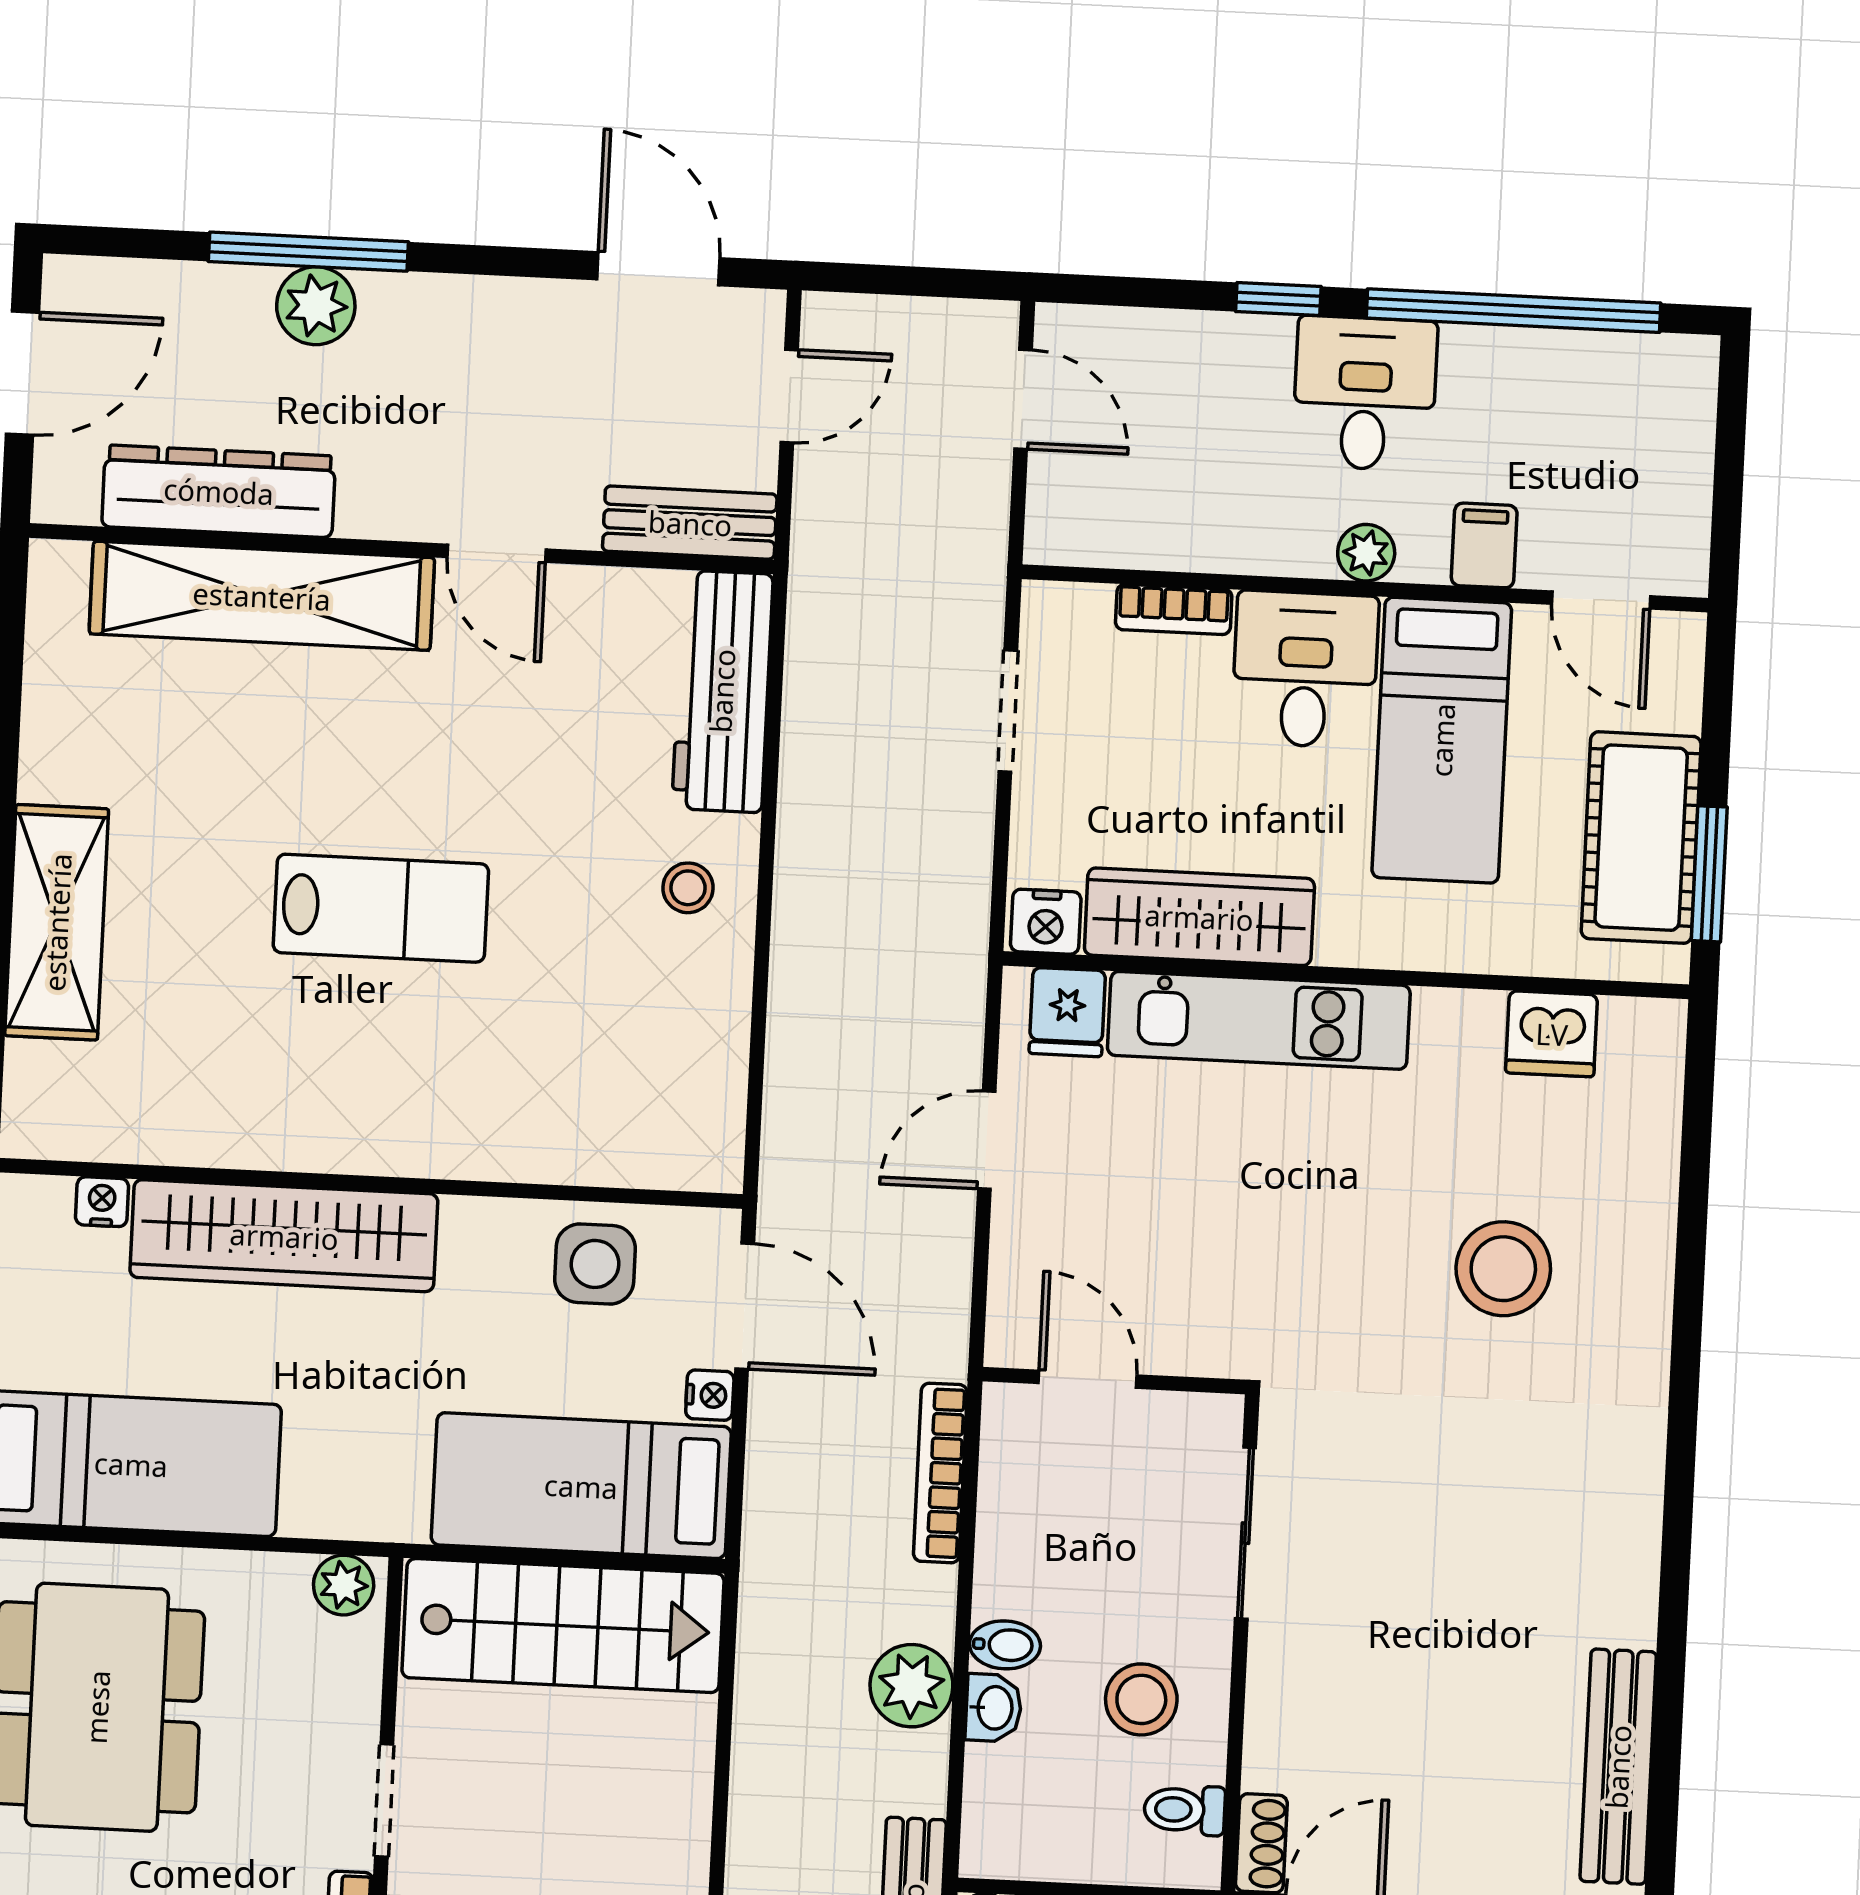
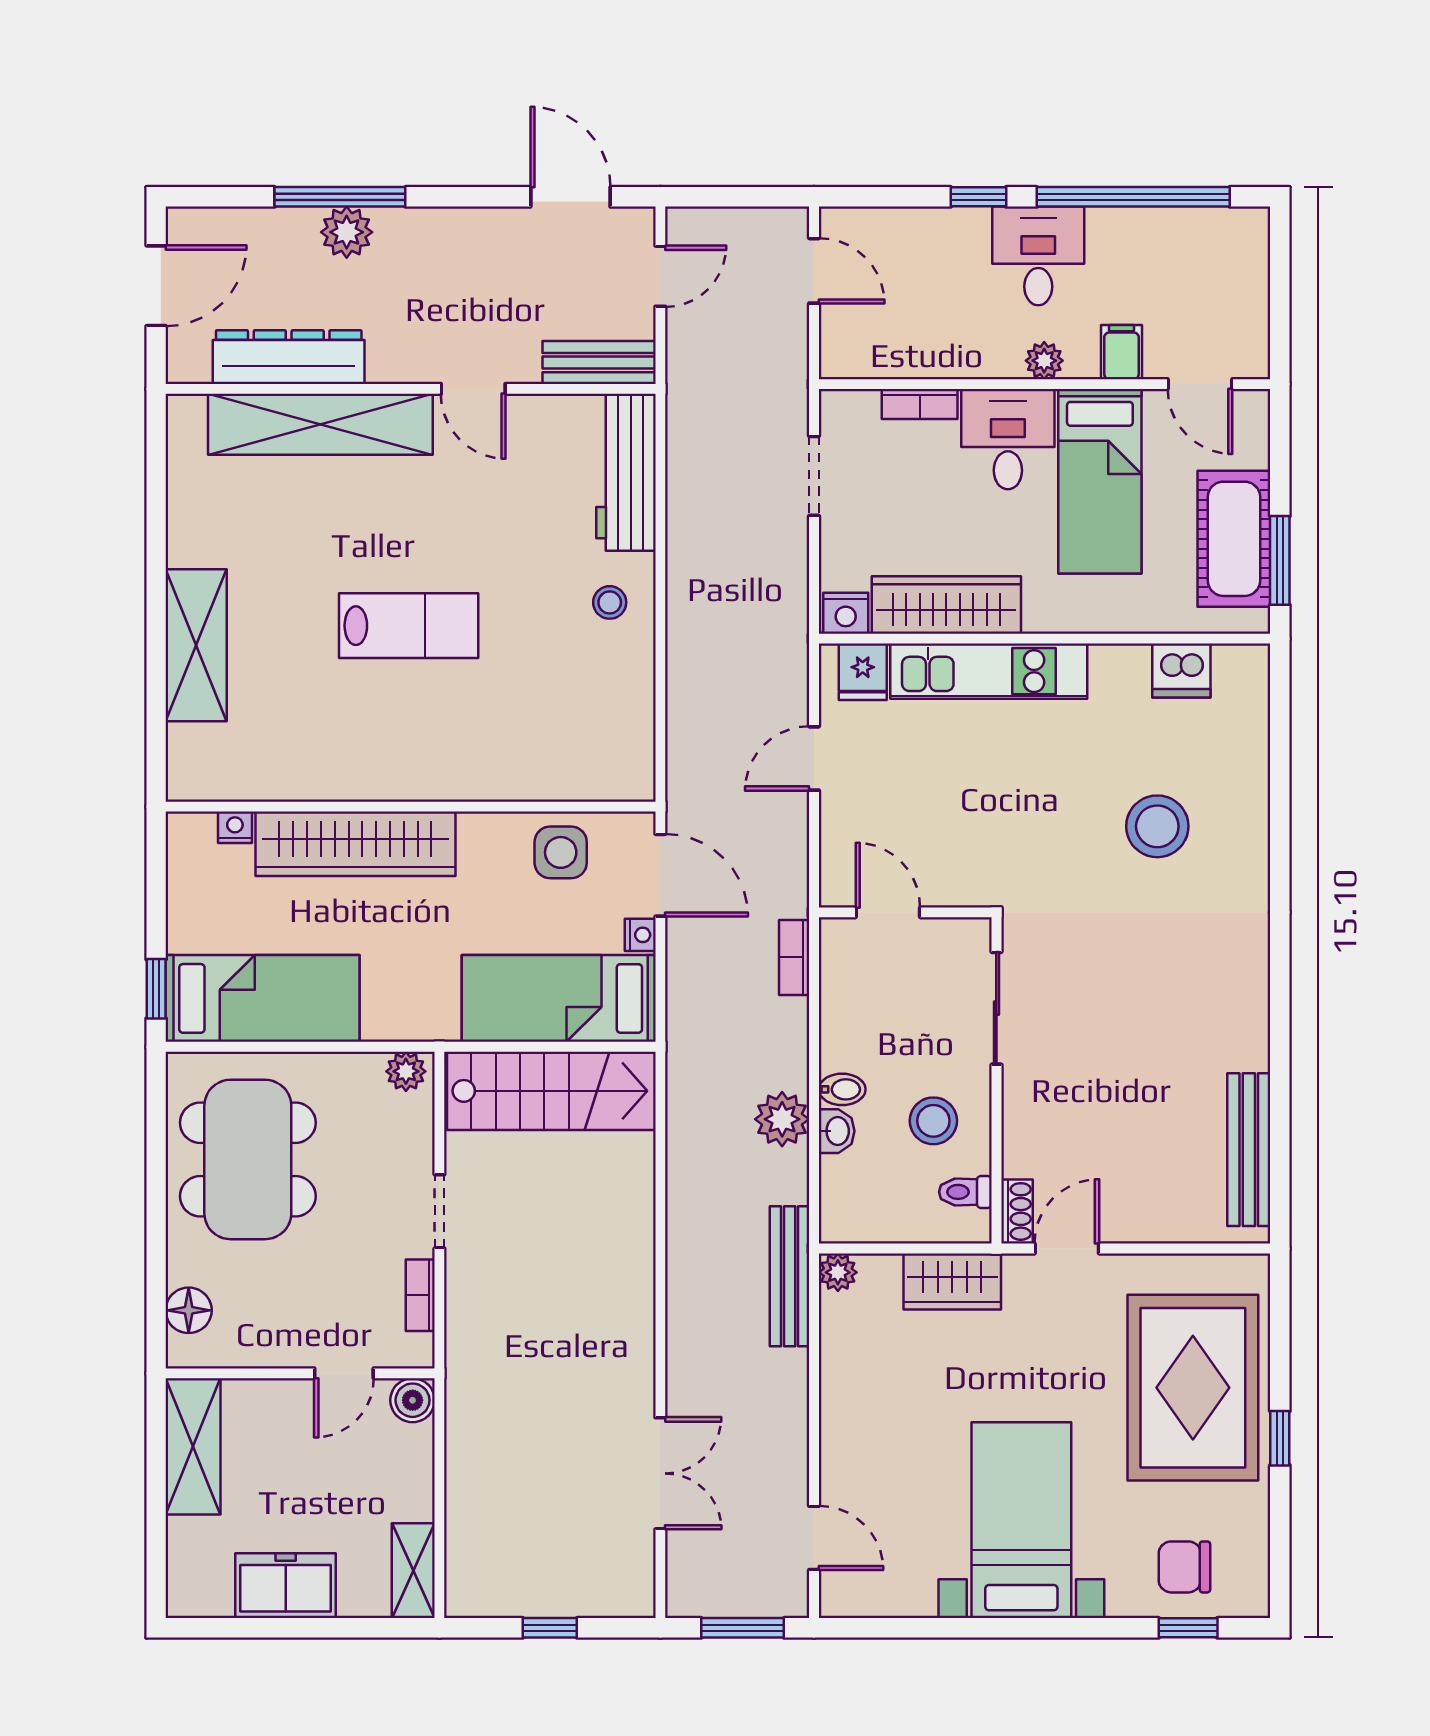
bookcase: (940, 1473) -> (794, 957), width x0.64

